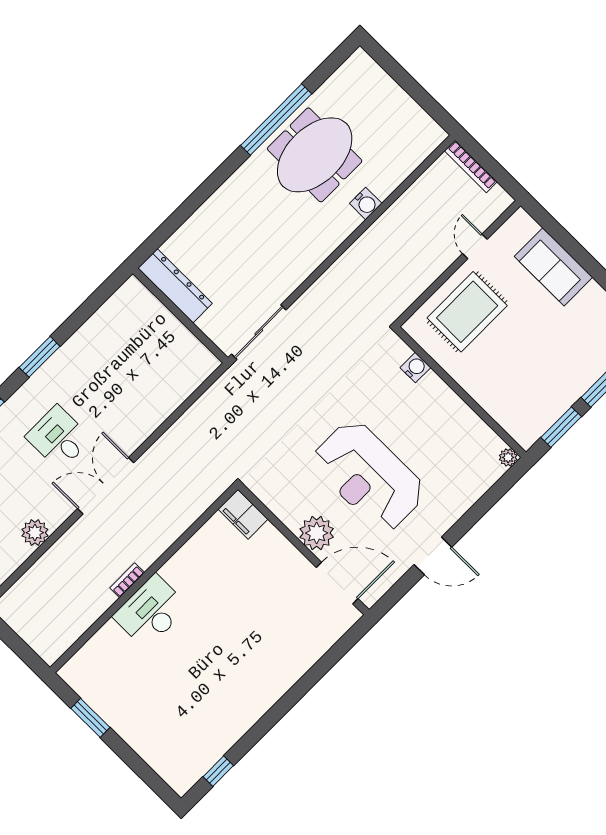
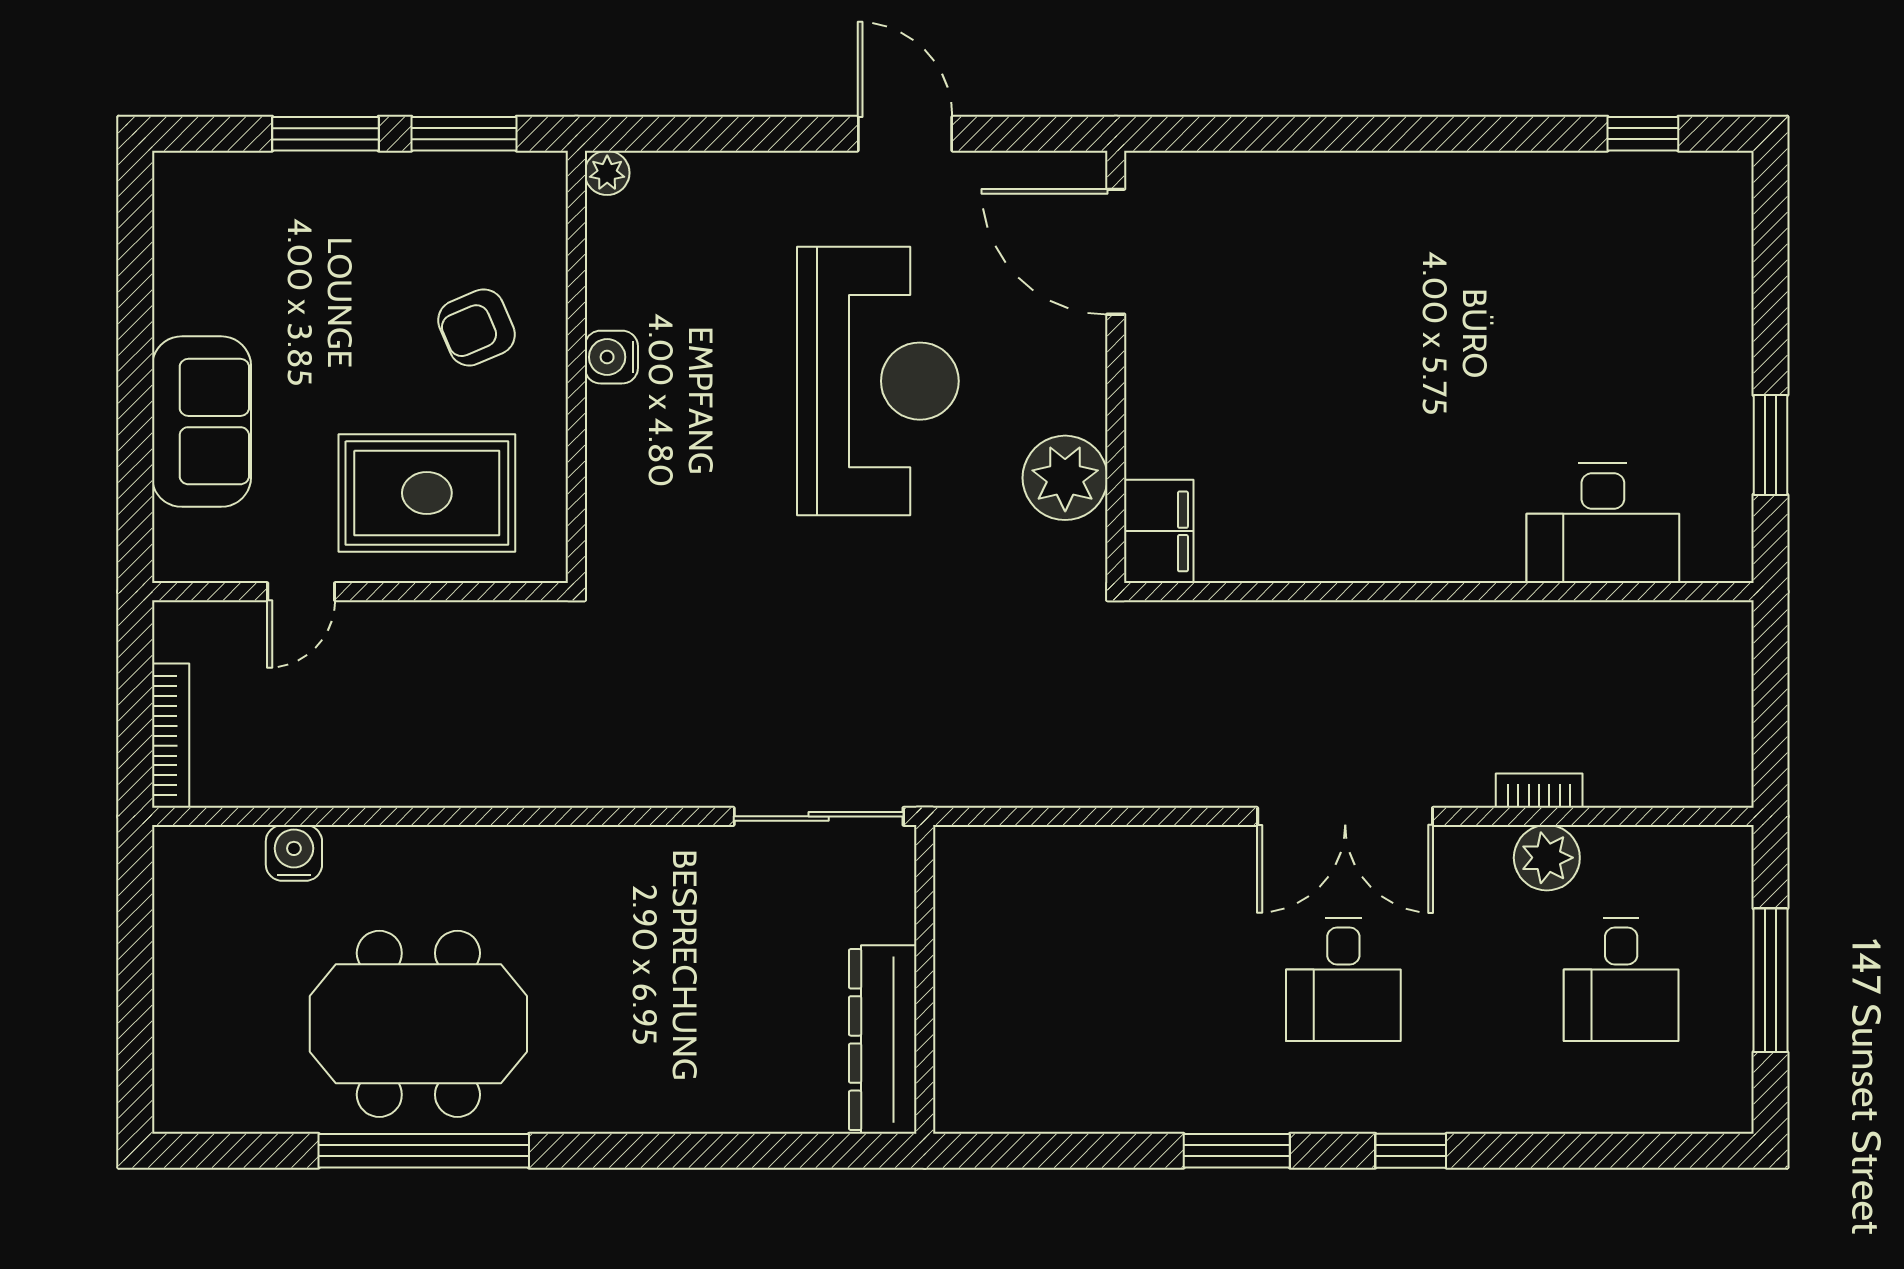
water cooler: (366, 203) -> (294, 853), moved
water cooler: (415, 368) -> (611, 357), moved
armchair: (501, 374) -> (477, 327), added
plant: (317, 533) -> (1065, 478), moved
bookcase: (127, 580) -> (1539, 791), moved, turned 180
desk: (151, 612) -> (1603, 523), moved

